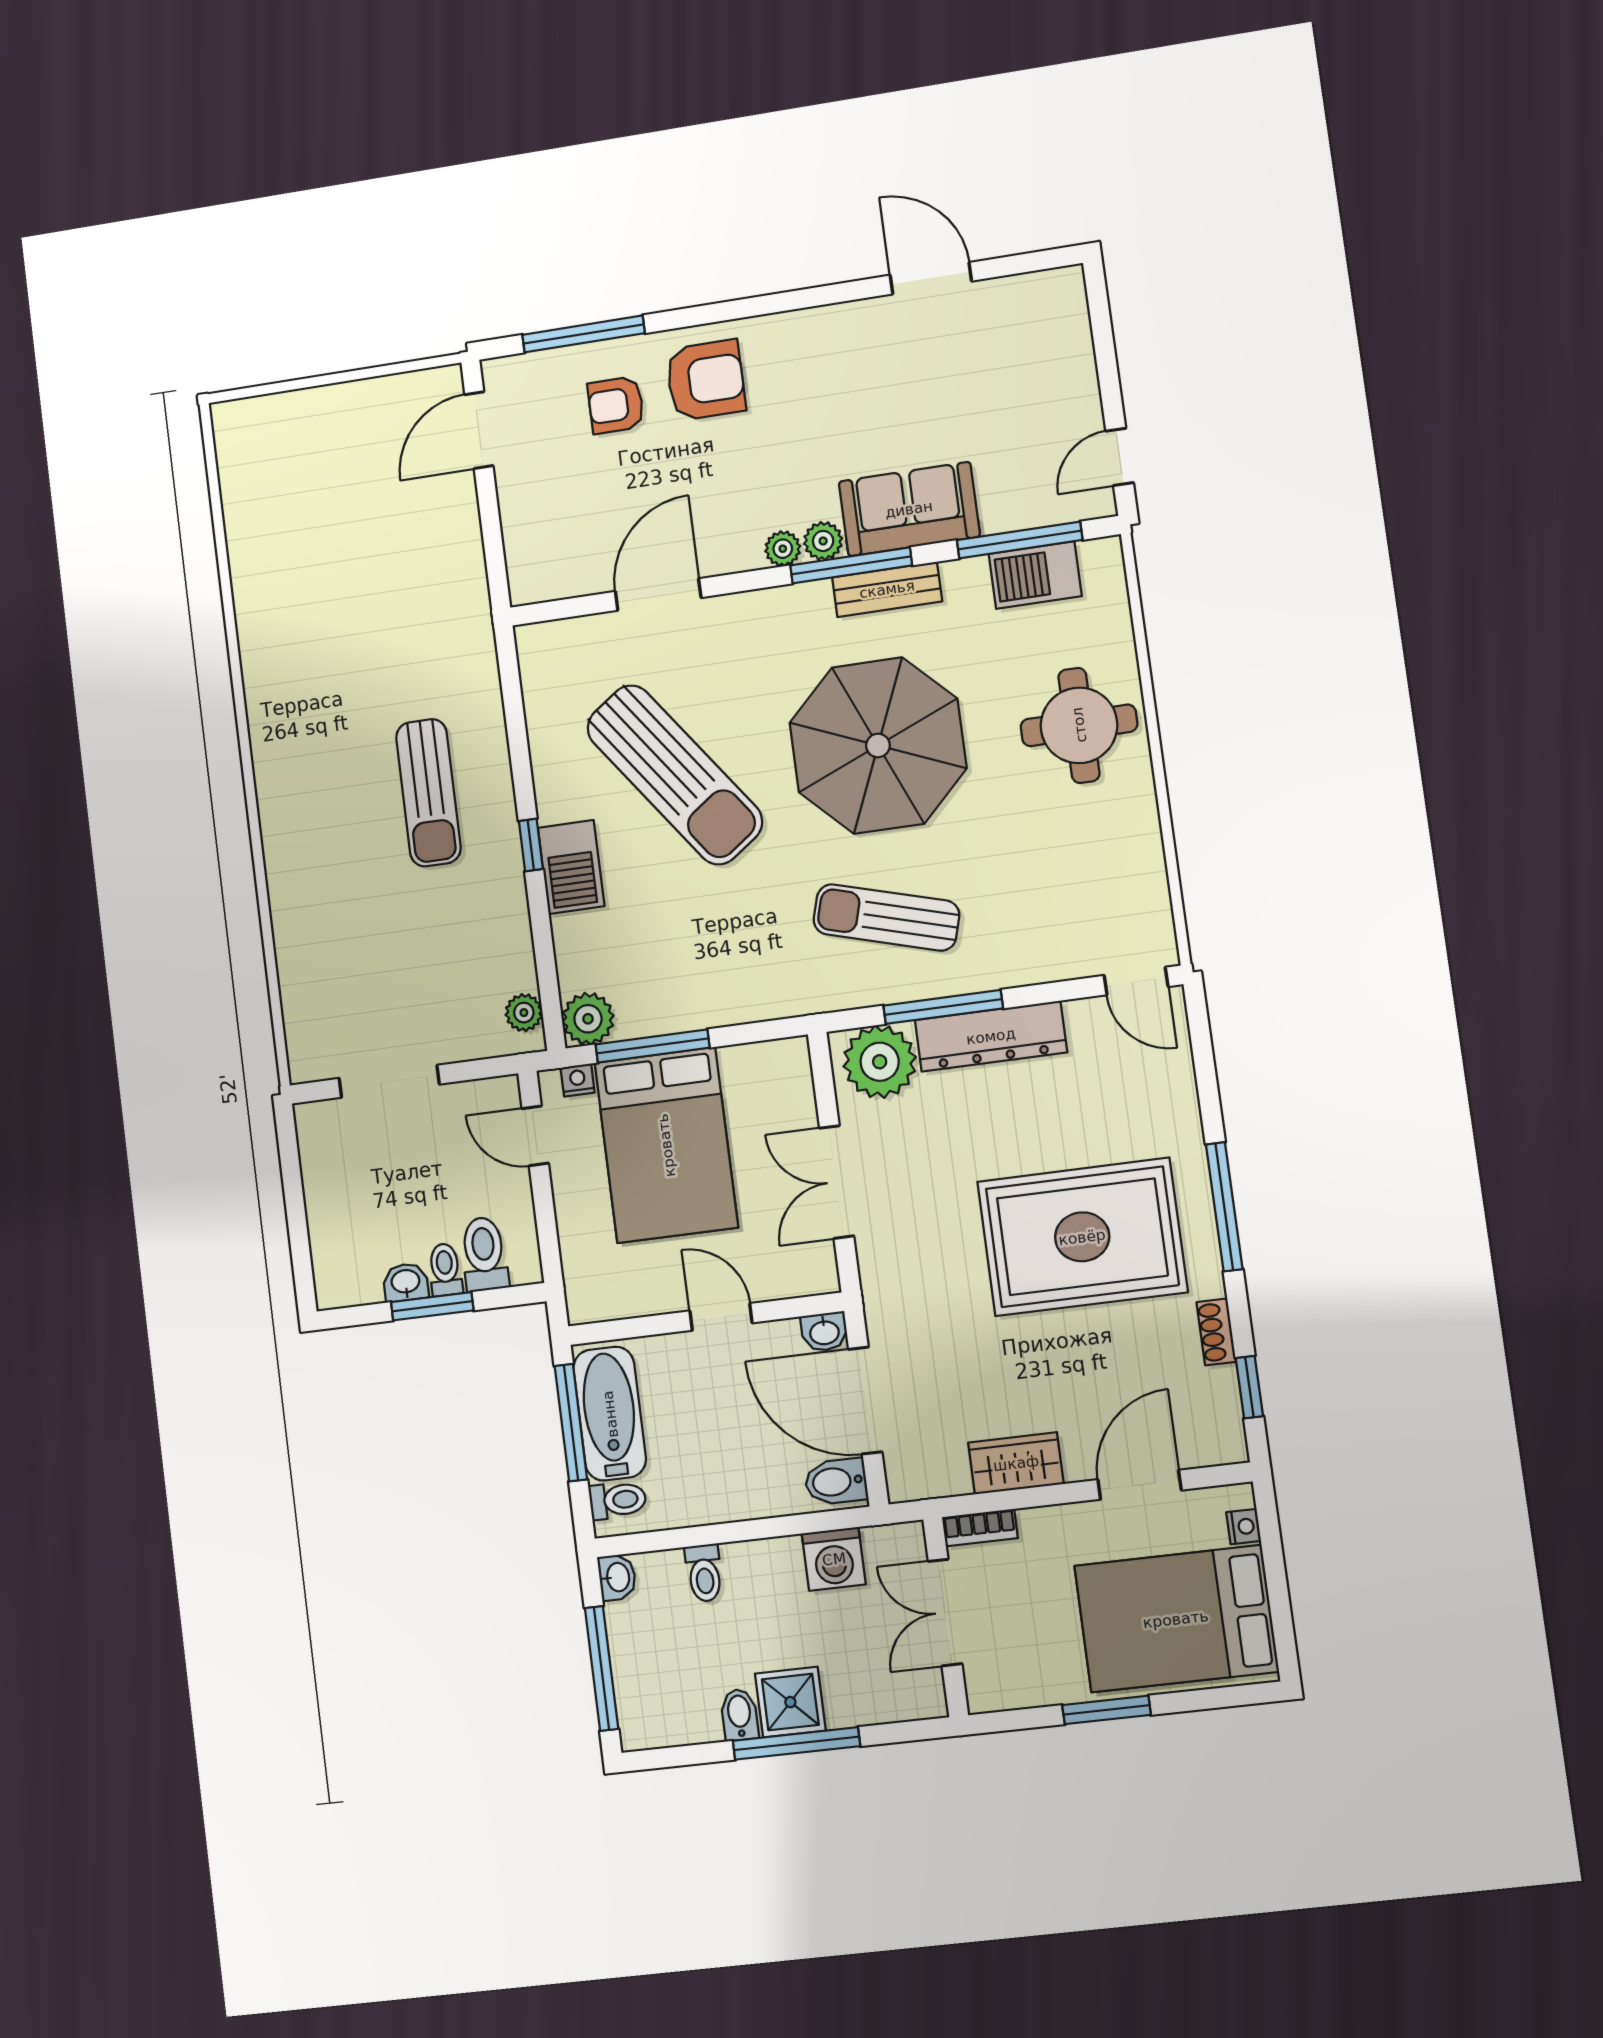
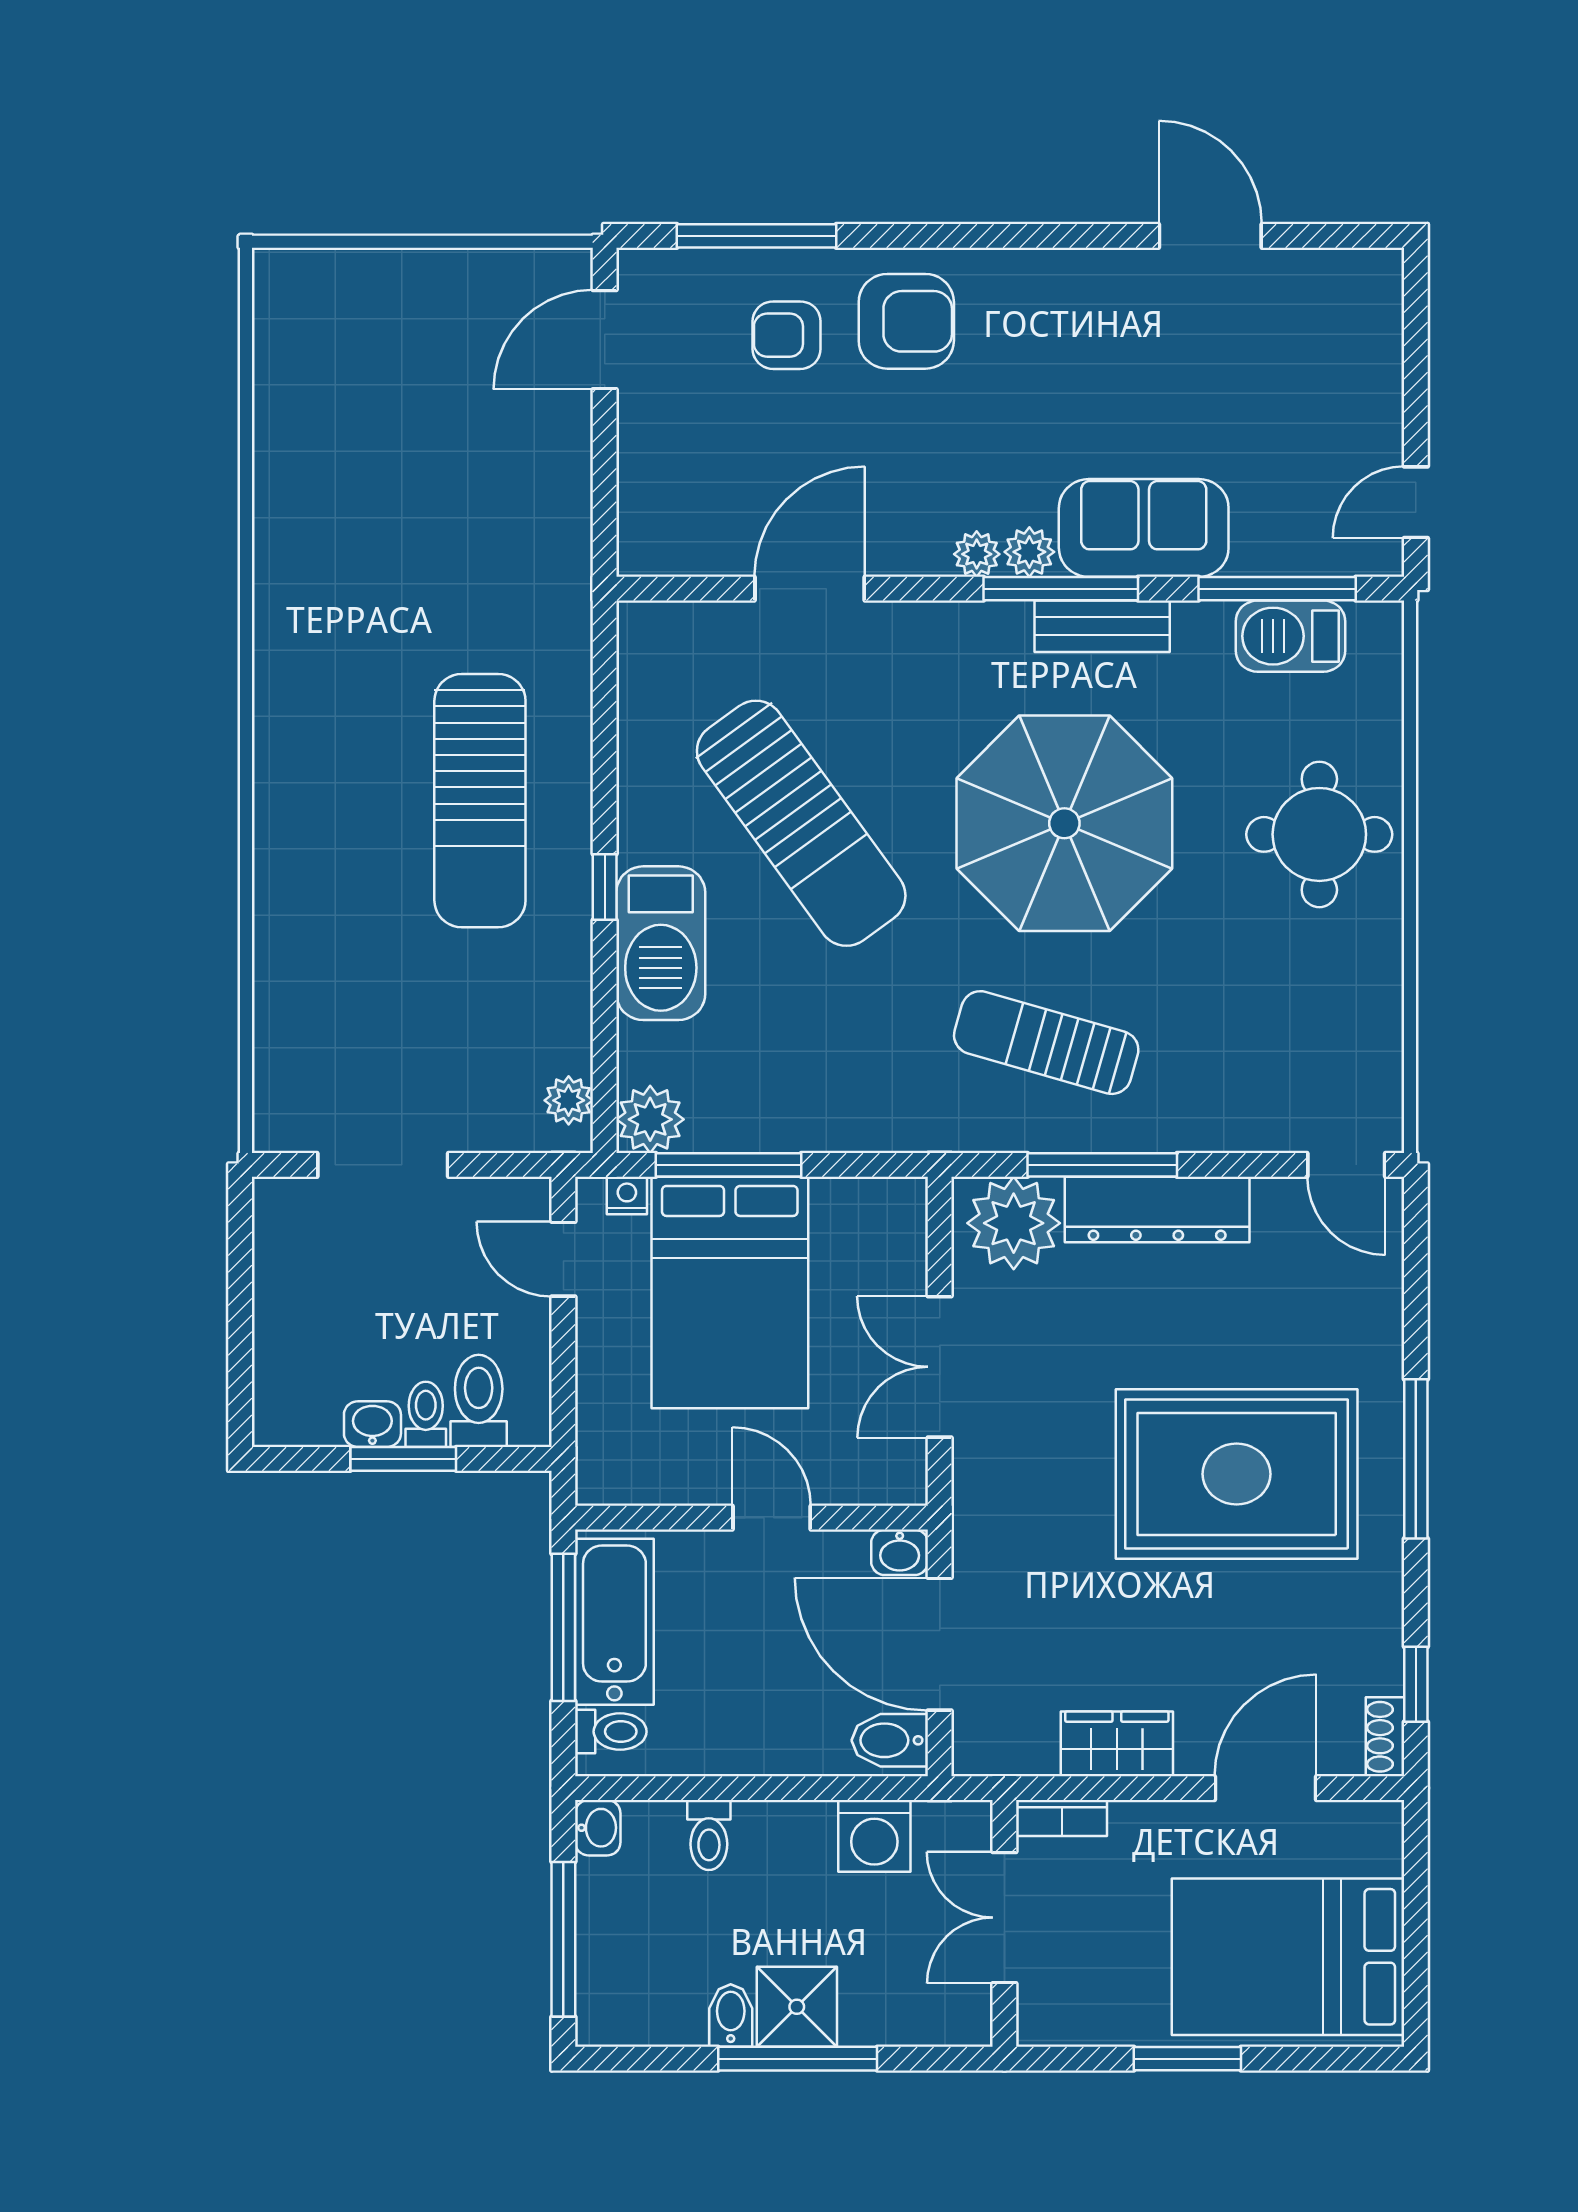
sun lounger: (428, 793) -> (480, 801), width x1.36, depth x1.34
barbecue: (571, 867) -> (661, 943), width x1.37, depth x1.21
shoe rack: (1216, 1332) -> (1385, 1737), moved
nightstand: (1244, 1527) -> (1385, 1854), removed

